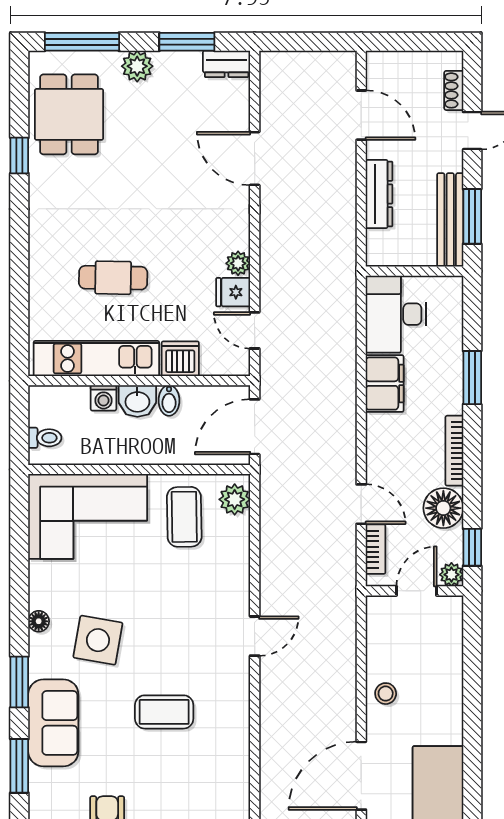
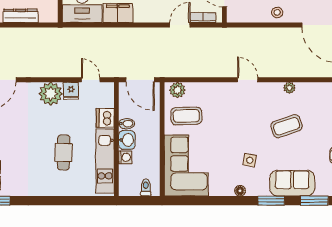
plant: (238, 263) -> (51, 94), width x1.87, depth x1.87
door: (255, 330) -> (91, 80), swing flipped
side table: (98, 640) -> (250, 160), width x0.54, depth x0.54
coffee table: (164, 712) -> (287, 126), turned 71
plant: (239, 717) -> (289, 88), added

